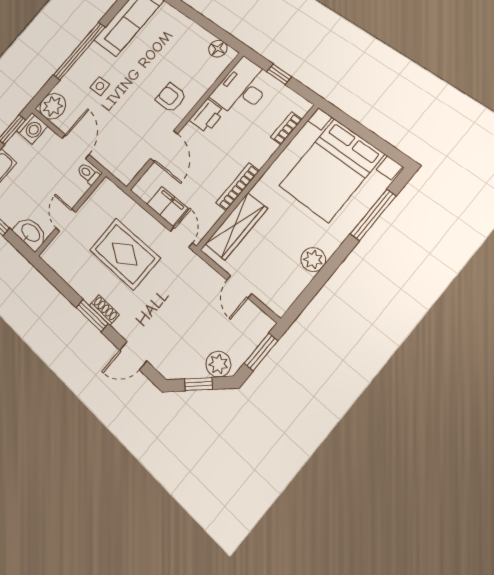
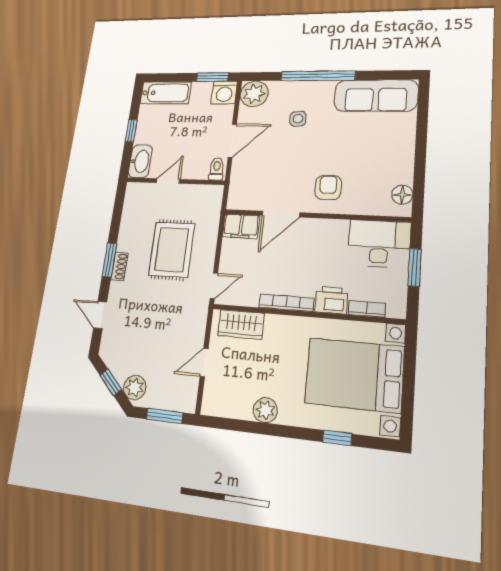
window: (279, 74) -> (415, 267), width x1.50
printer: (207, 116) -> (331, 300), moved, turned 180
filing cabinet: (167, 206) -> (241, 226), moved, turned 90
window: (373, 215) -> (337, 438), width x0.46
wardrobe: (236, 226) -> (241, 324), width x0.67

